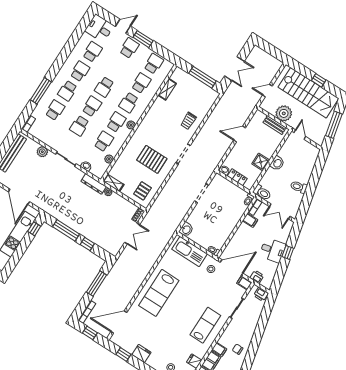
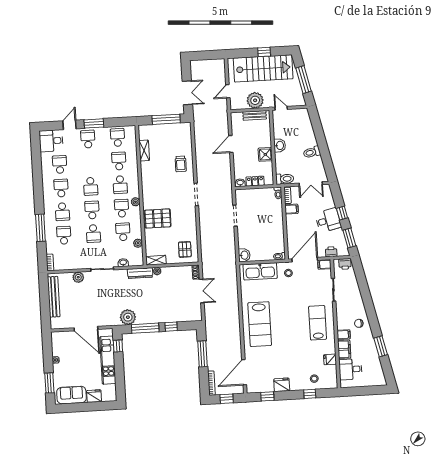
pallet: (152, 159) -> (158, 218), moved
plant: (59, 212) -> (128, 317), added
window: (279, 276) -> (349, 238), added

